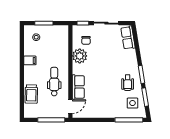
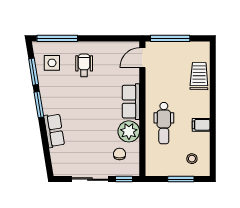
row of seats: (128, 38) -> (54, 131), moved
dental chair: (54, 82) -> (164, 123), moved
wheelchair: (128, 83) -> (84, 65), moved
row of seats: (78, 87) -> (131, 102), moved

